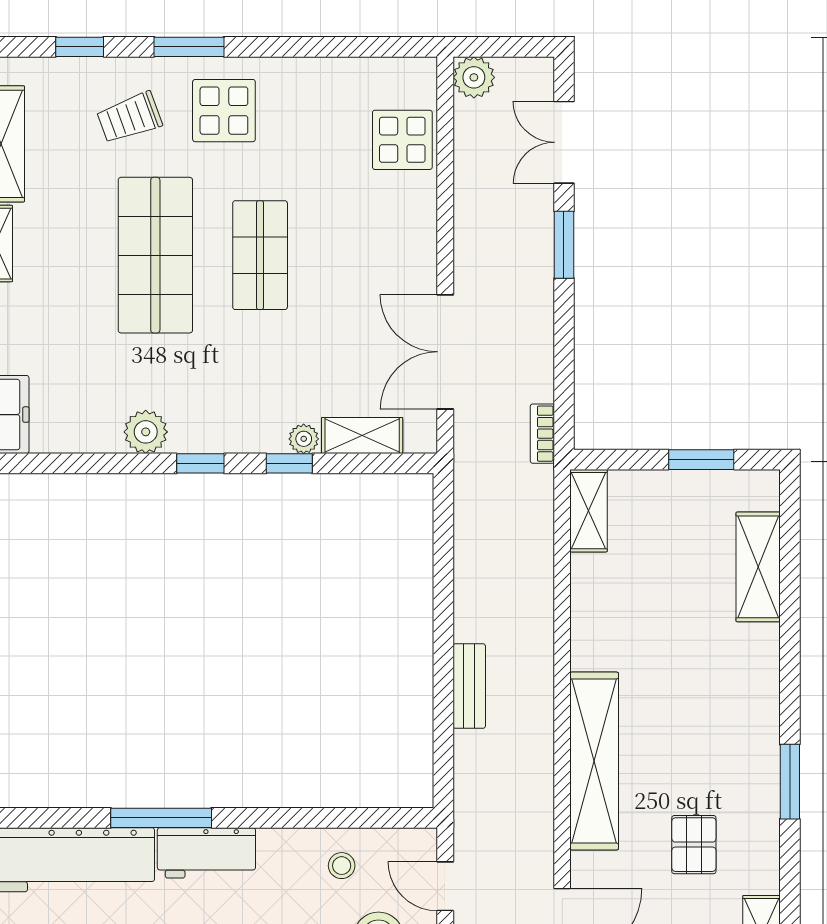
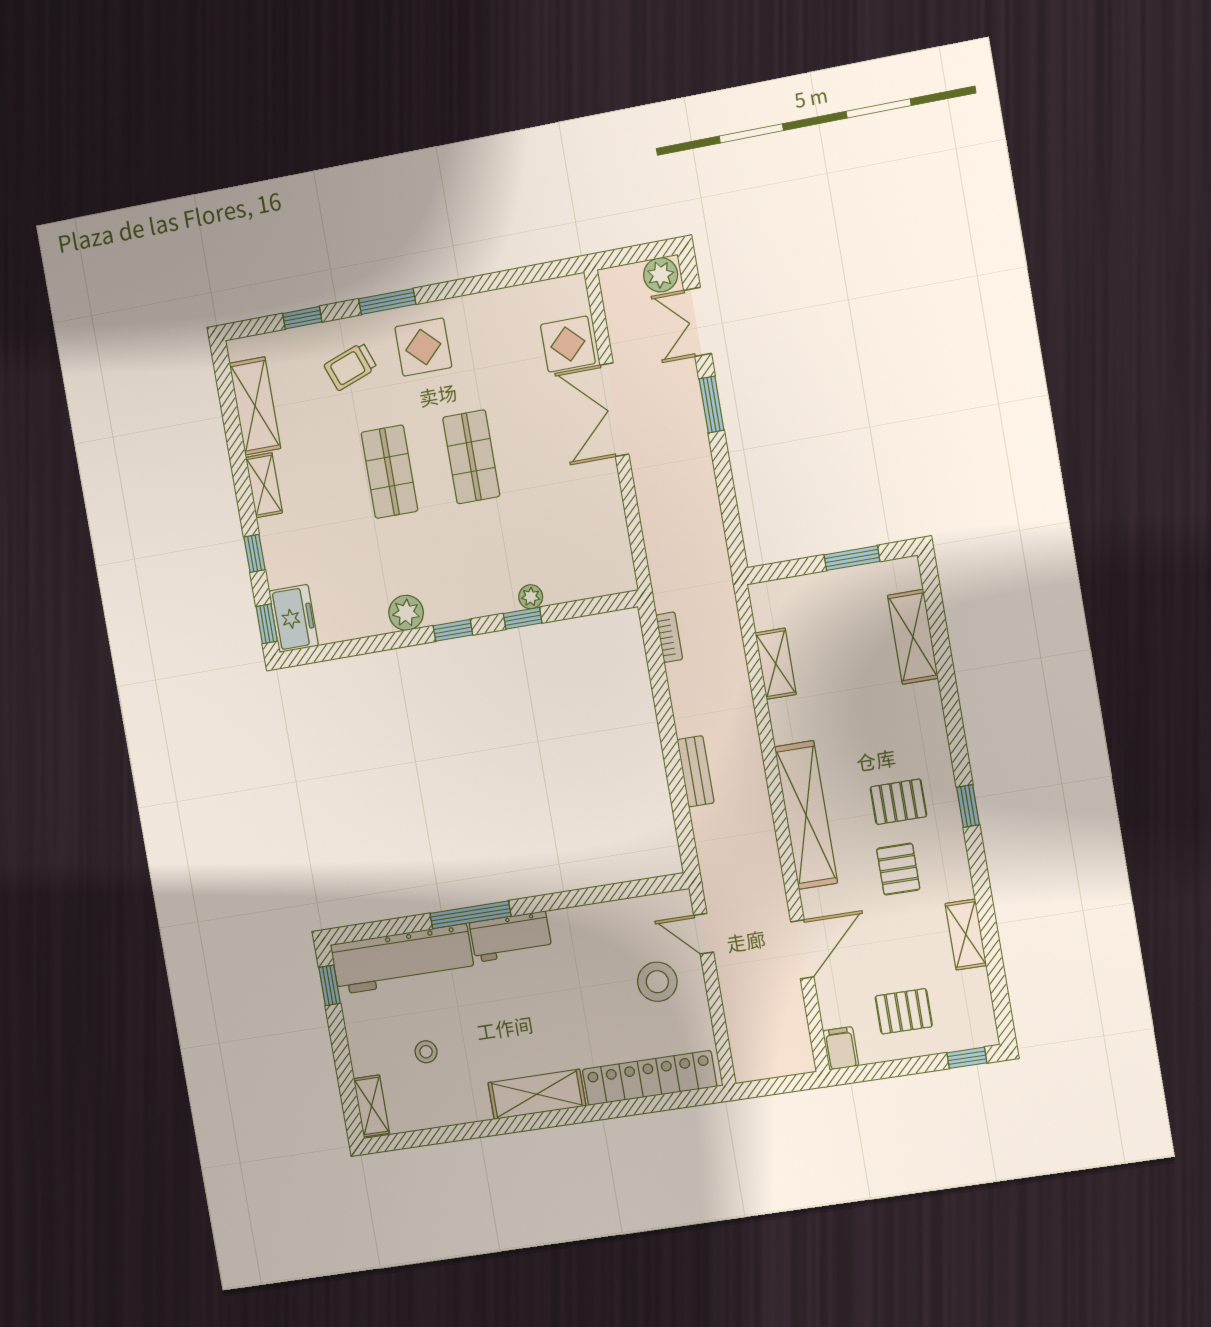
plant: (474, 77) -> (661, 275), moved
shop shelf: (155, 255) -> (389, 472), width x0.70, depth x0.74
double door: (445, 352) -> (614, 410), moved
bookcase: (542, 434) -> (669, 637), moved, turned 180
shelving: (362, 436) -> (576, 586), removed
shelving: (588, 511) -> (776, 664), moved
pallet: (708, 763) -> (898, 802), added
window: (790, 782) -> (968, 806), width x0.67
stool: (342, 866) -> (619, 930), removed

